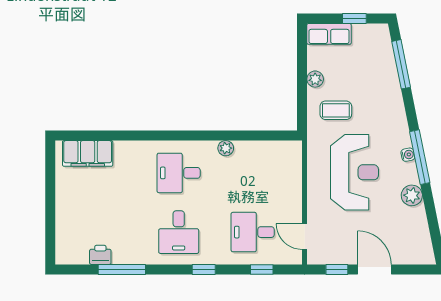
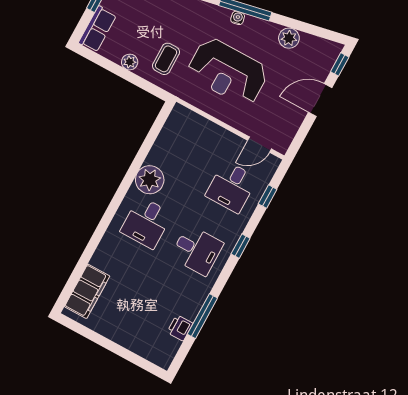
plant: (226, 148) -> (150, 180), width x1.88, depth x1.88
reception desk: (354, 172) -> (228, 72), turned 180
plant: (412, 195) -> (289, 38), moved
window: (337, 269) -> (340, 64), moved

